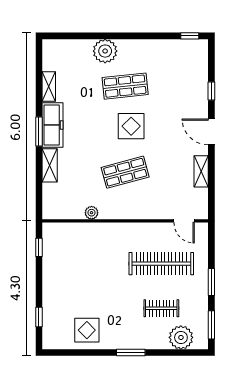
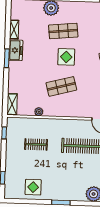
freezer: (52, 125) -> (16, 50), width x0.71
shelving: (50, 165) -> (12, 104), moved
clothes rail: (161, 308) -> (36, 144), moved

